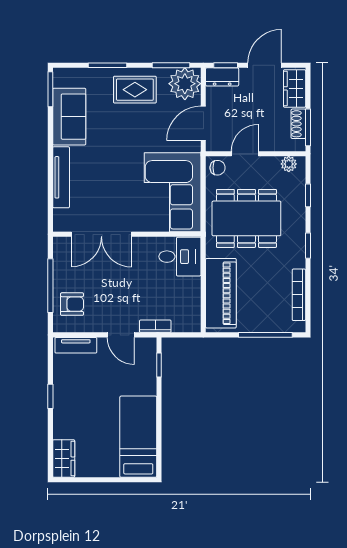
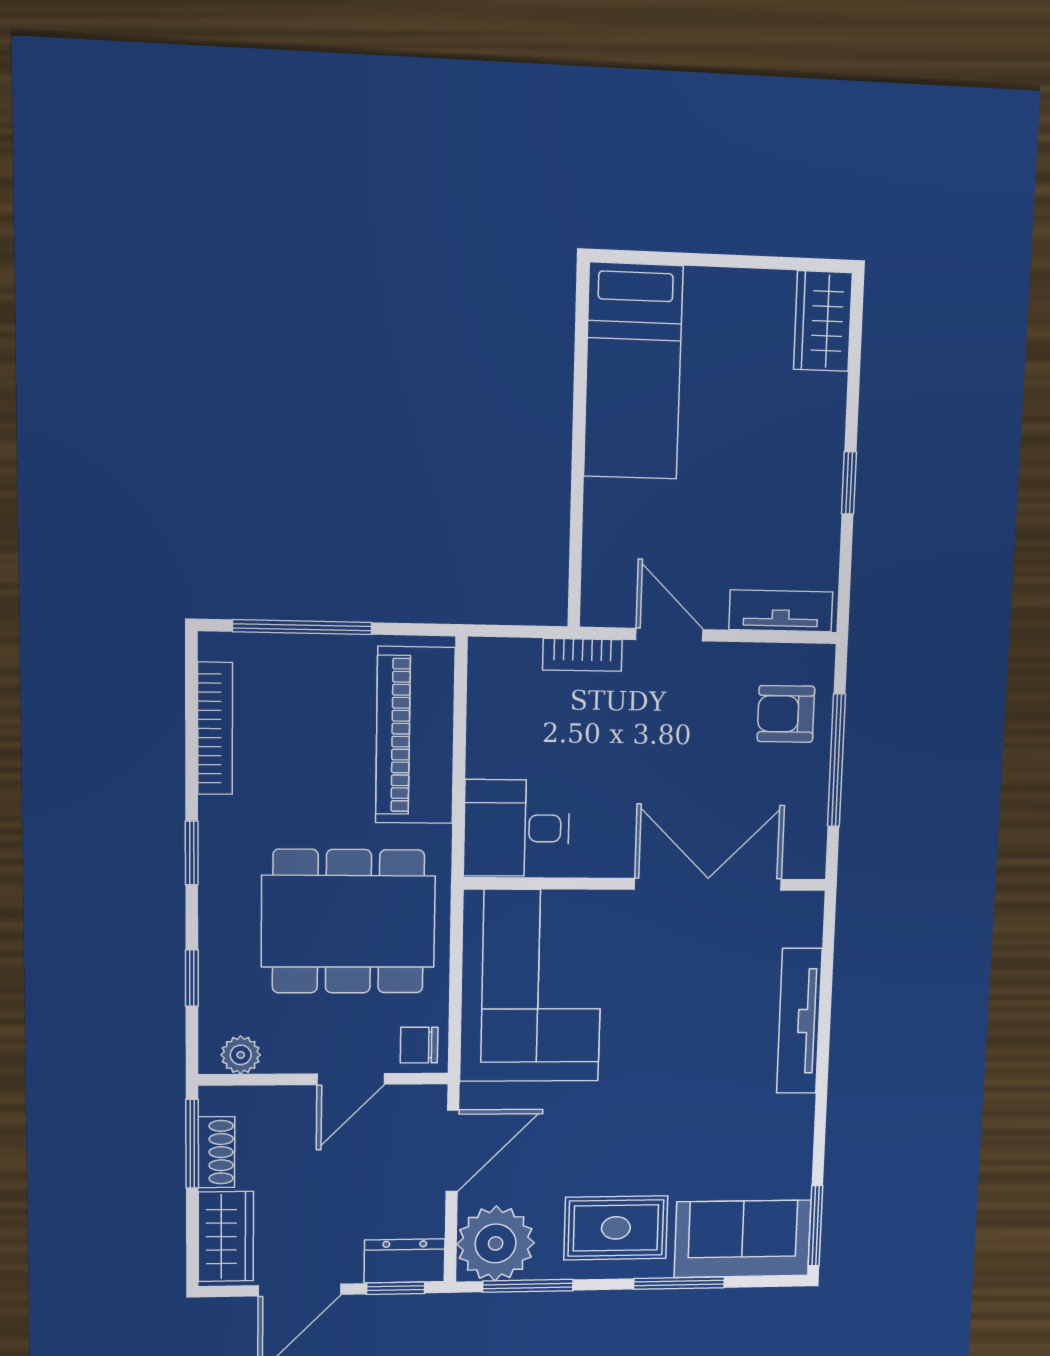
sofa: (69, 117) -> (743, 1239), moved, turned 90
window: (159, 365) -> (576, 556), removed

